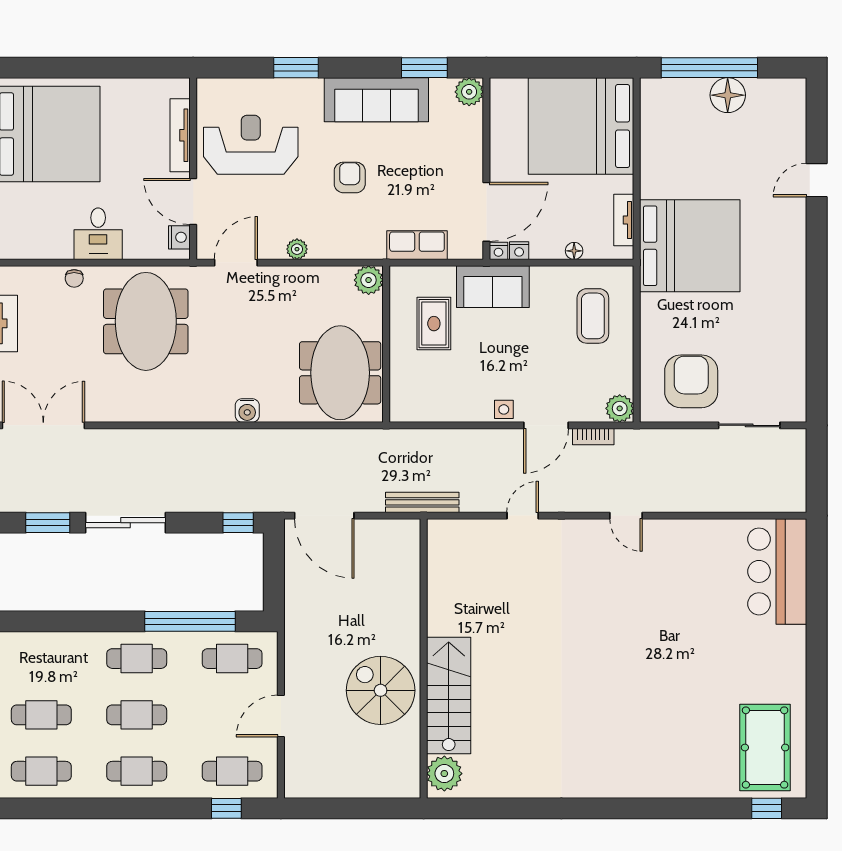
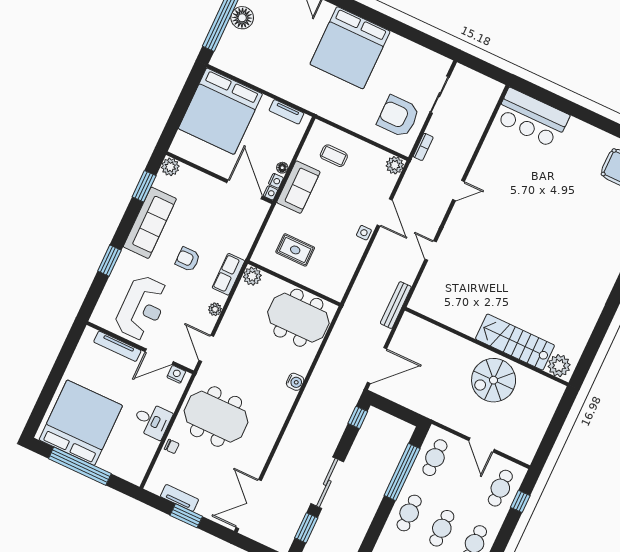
reception desk: (251, 145) -> (142, 308), turned 180
row of seats: (417, 245) -> (228, 274), moved
bed: (690, 246) -> (350, 48), moved, turned 180
floor lamp: (574, 251) -> (282, 168), moved
sofa: (493, 287) -> (298, 187), moved
coffee table: (593, 316) -> (334, 156), width x0.73, depth x0.77
bookcase: (593, 437) -> (423, 147), moved

